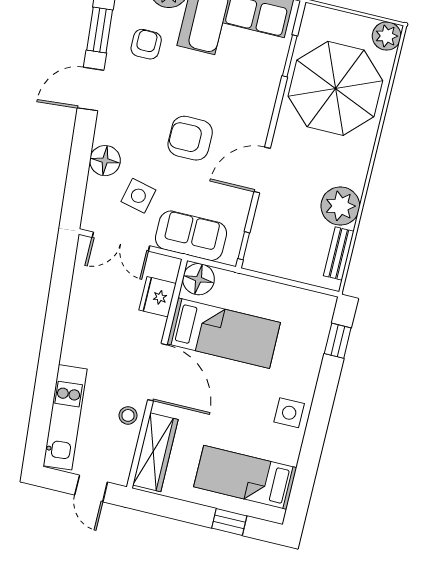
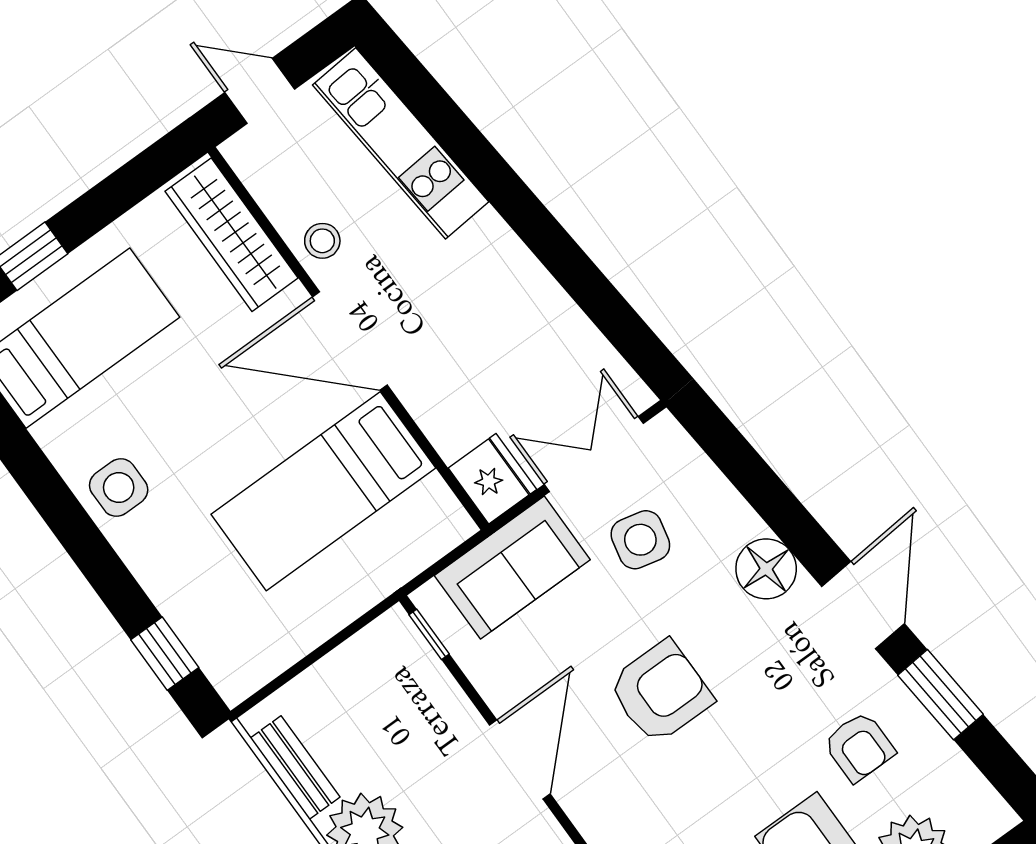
floor lamp: (105, 161) -> (766, 569), moved
floor lamp: (199, 279) -> (437, 523), removed
fridge: (158, 297) -> (492, 479), moved

